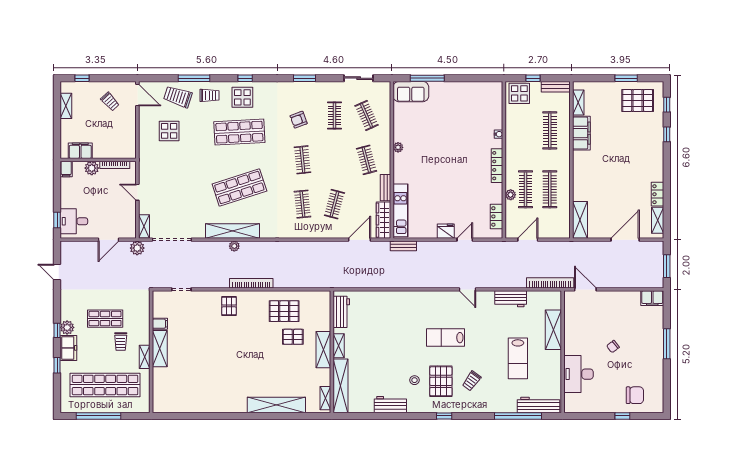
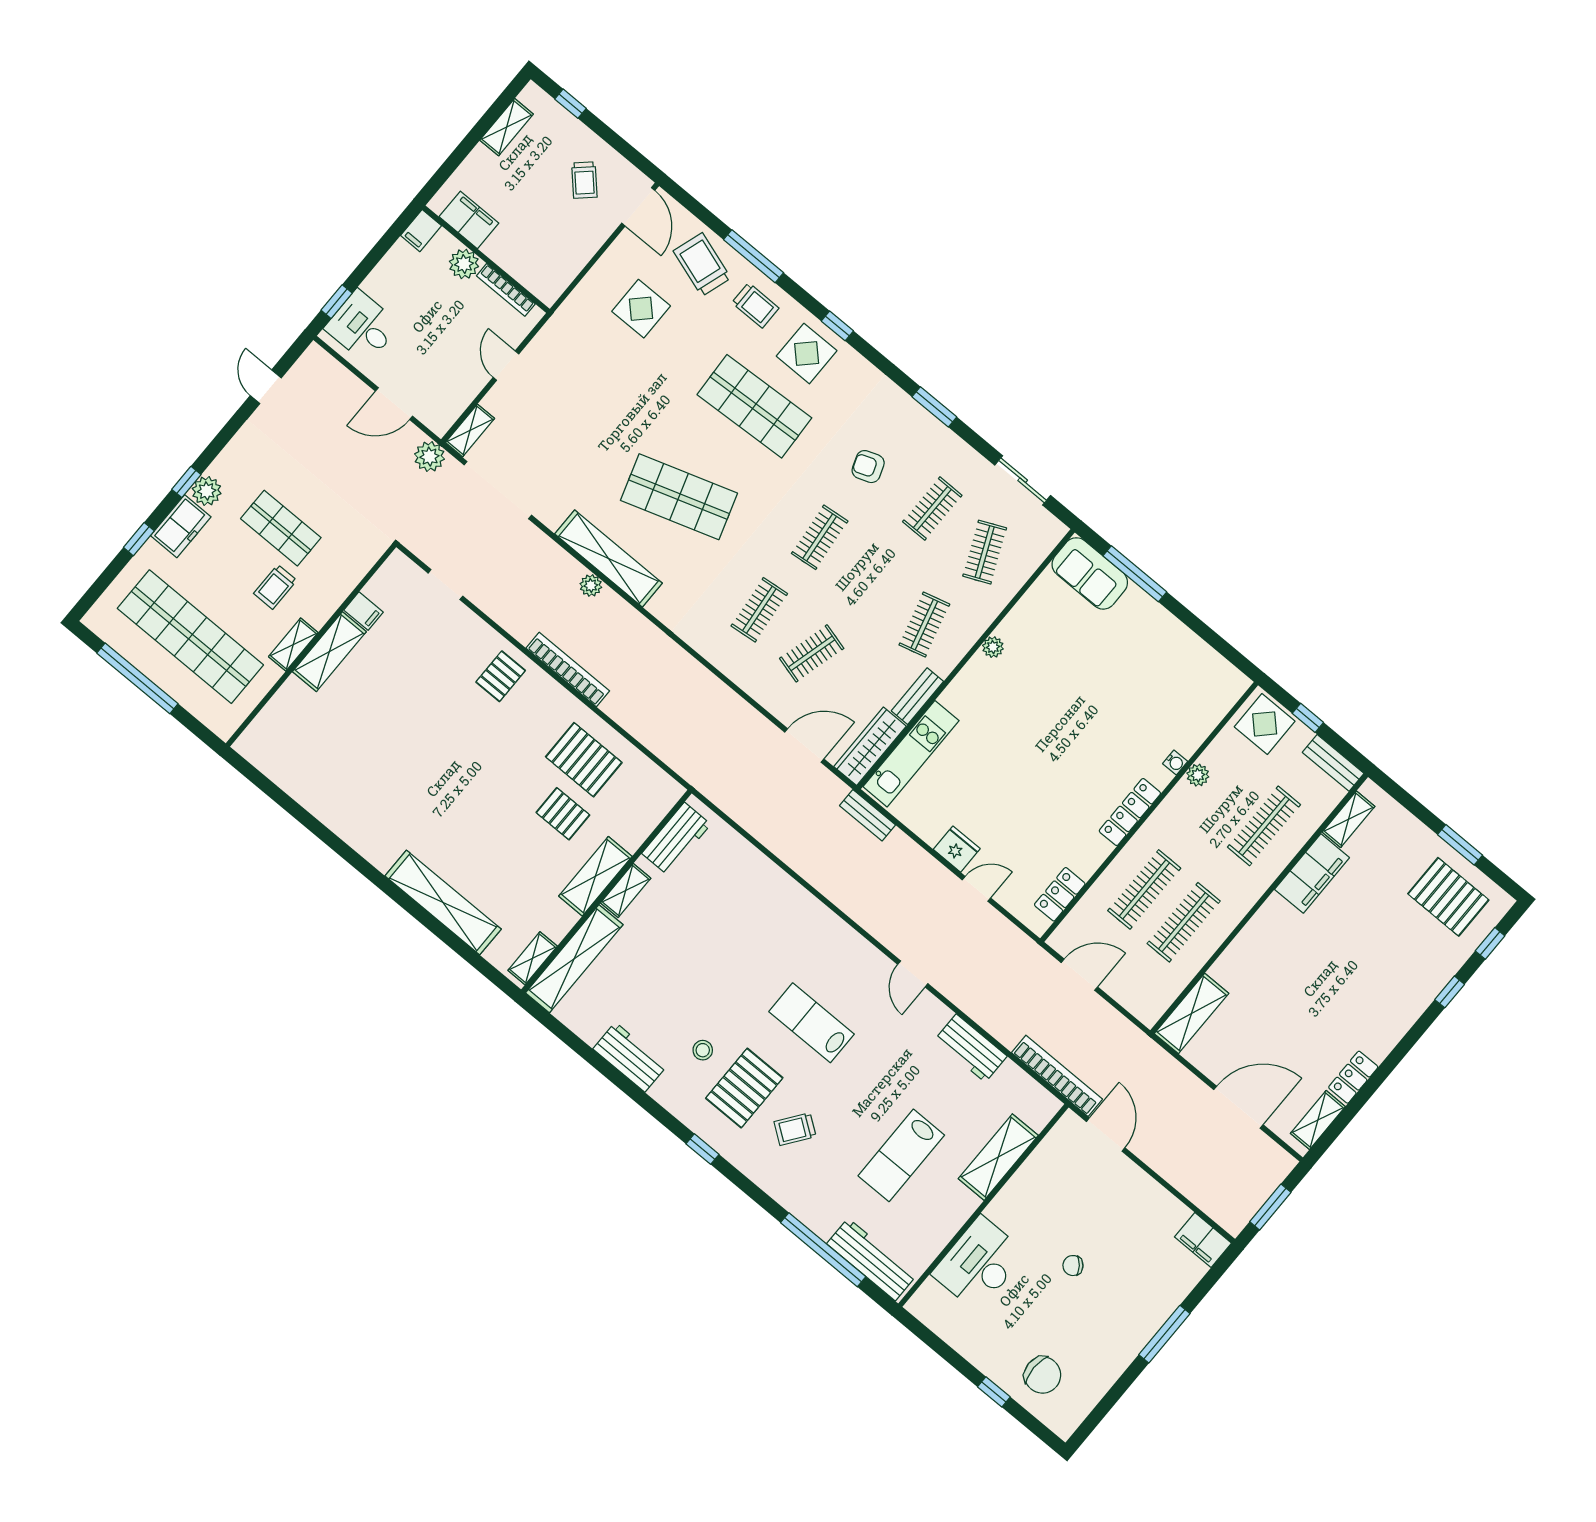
plant: (511, 195) -> (1198, 775), moved

